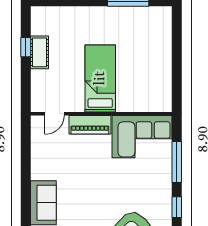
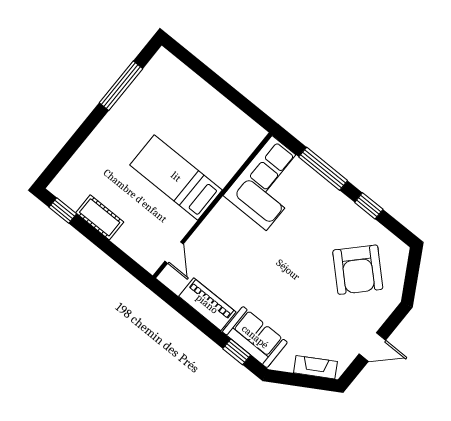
window: (26, 47) -> (63, 211), moved
piano: (90, 125) -> (207, 304), moved, turned -90
window: (26, 199) -> (237, 352), added

